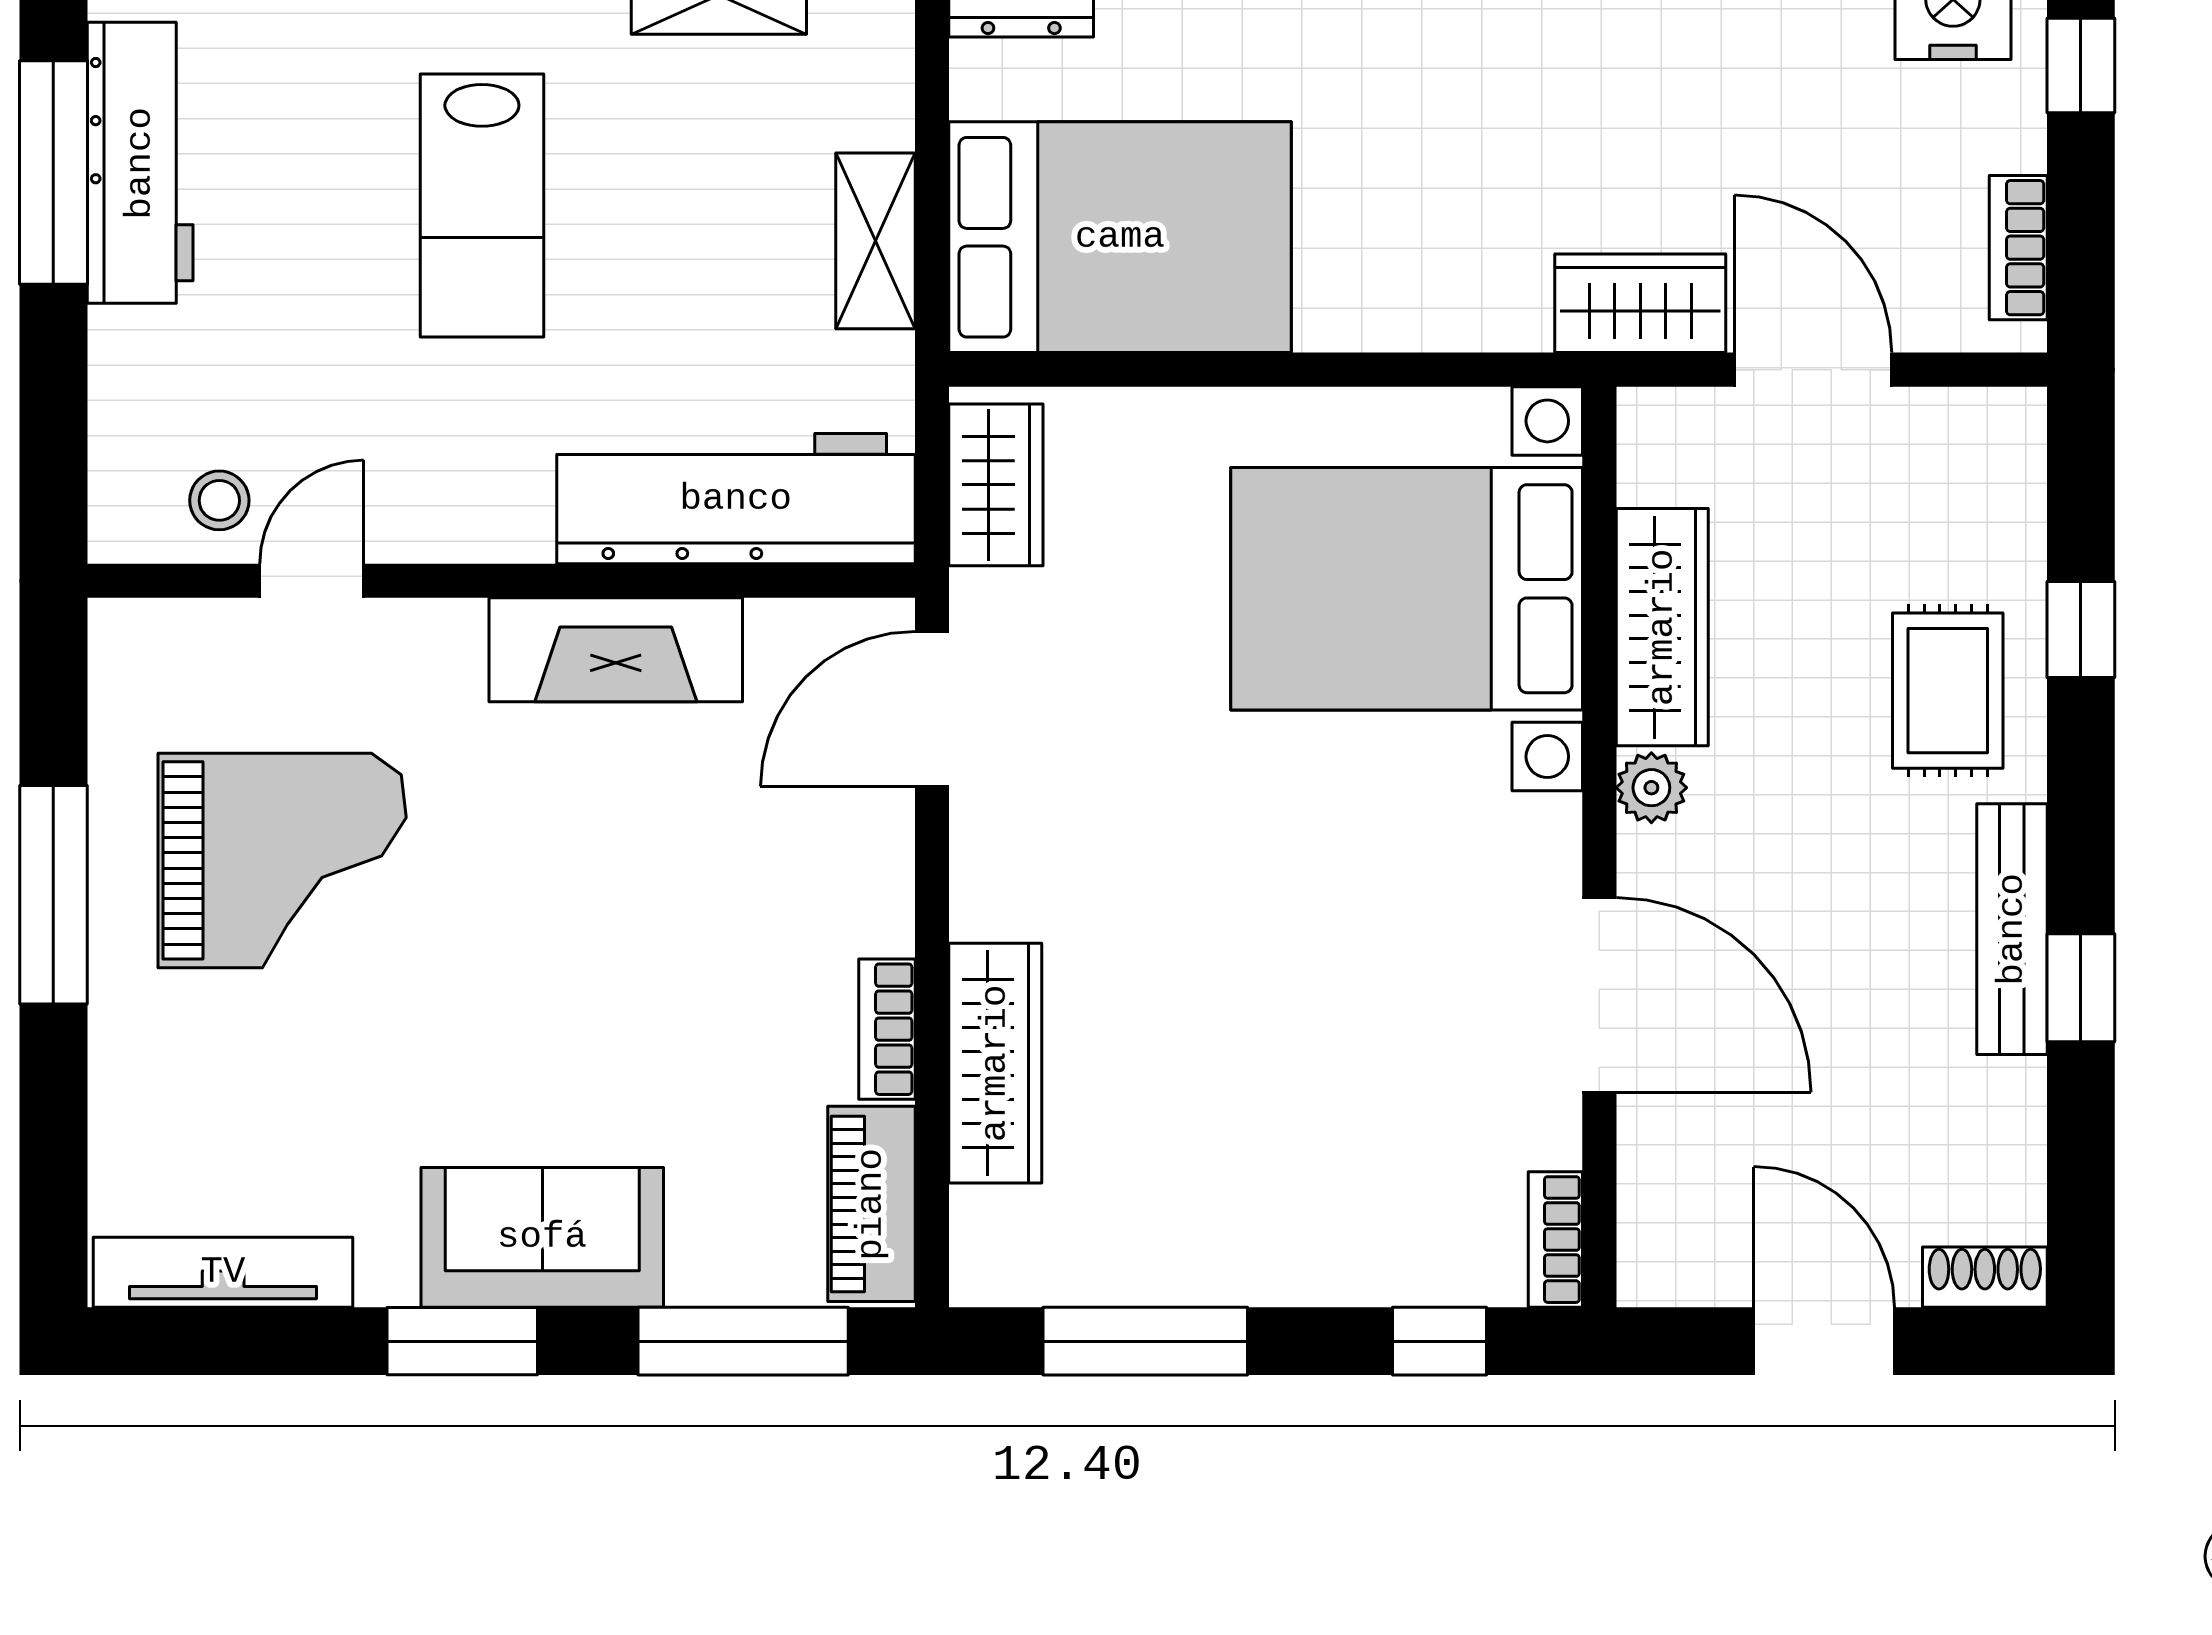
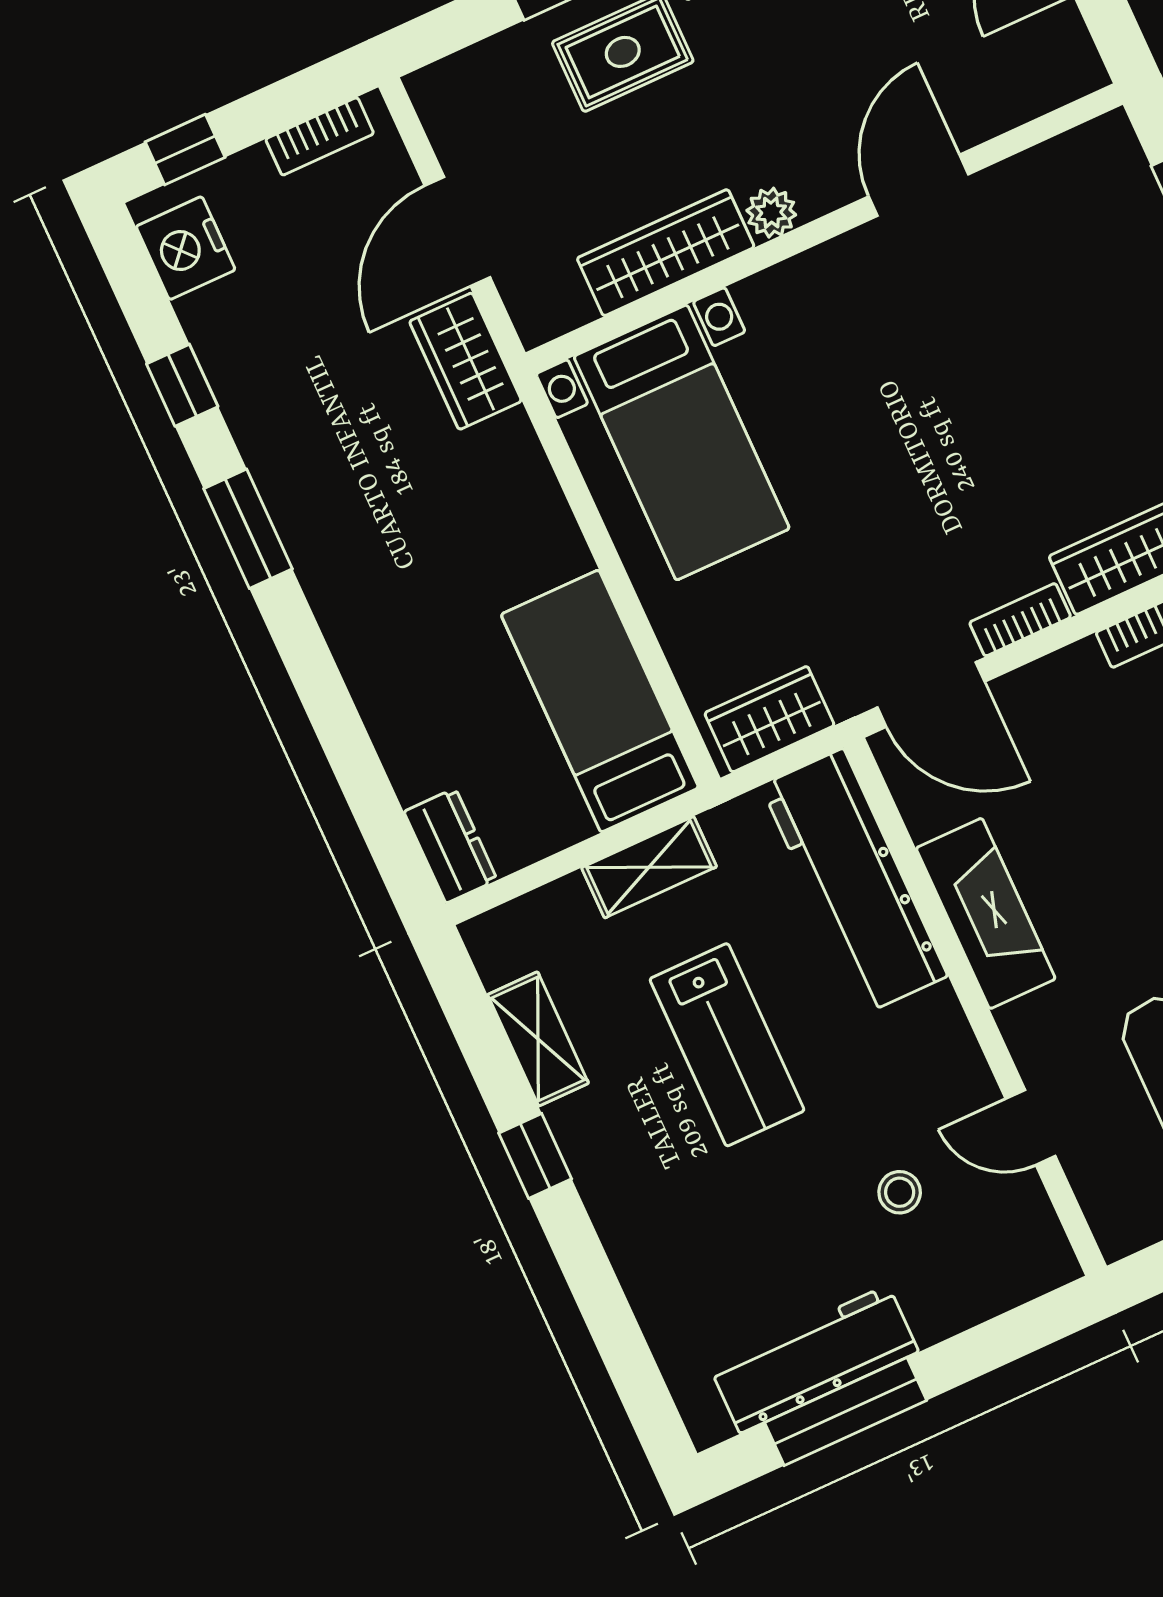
lab bench: (482, 205) -> (727, 1045), moved, turned 90
bed: (1120, 237) -> (600, 701), width x0.67
stool: (219, 500) -> (900, 1192), moved
bed with nightstands: (1407, 589) -> (682, 442), width x0.73
door: (1599, 995) -> (919, 185), width x0.73
bookcase: (1555, 1240) -> (1020, 620), moved, turned 180

